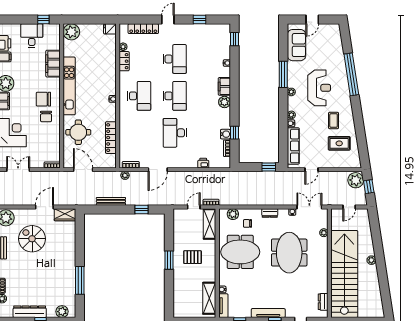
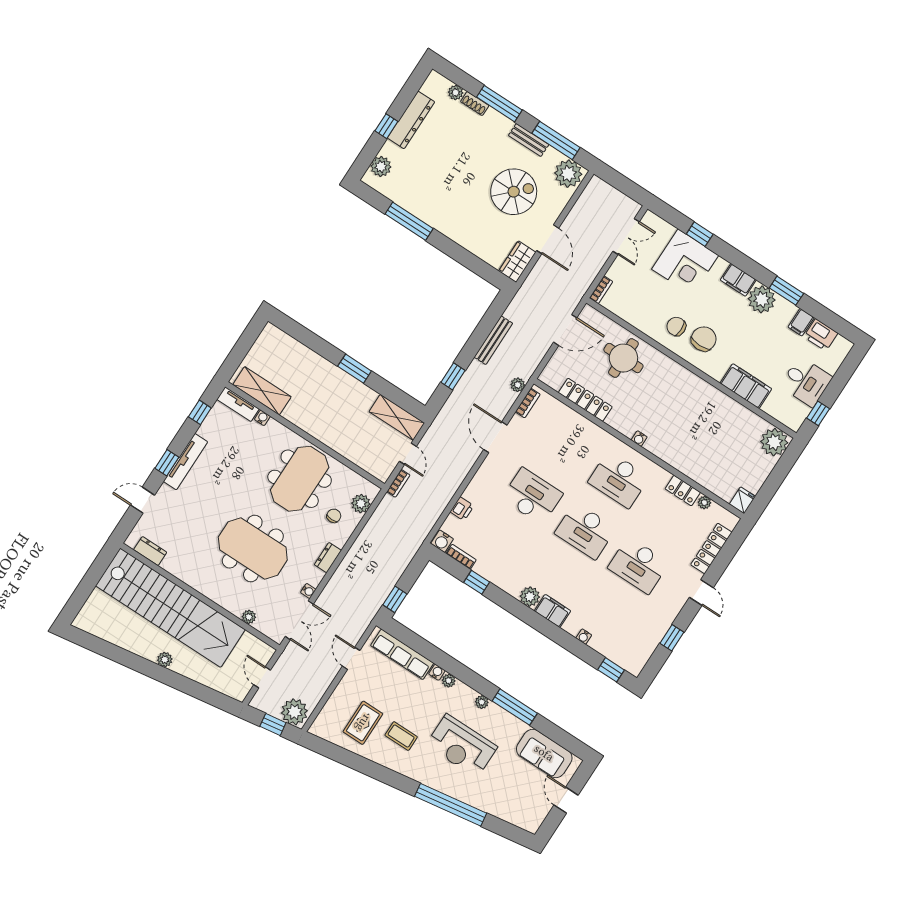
kitchen unit: (69, 86) -> (699, 388), removed
water cooler: (225, 134) -> (442, 541), moved
shelving: (210, 224) -> (397, 417), moved
pallet: (193, 257) -> (337, 405), removed

